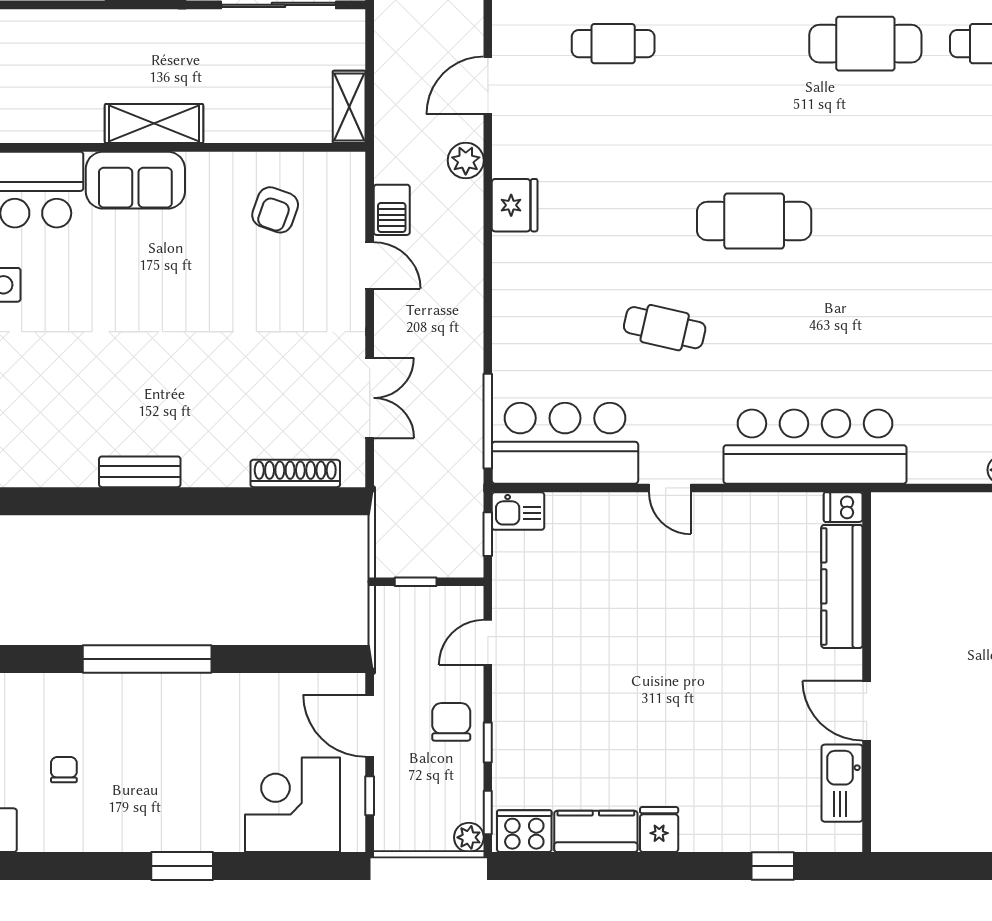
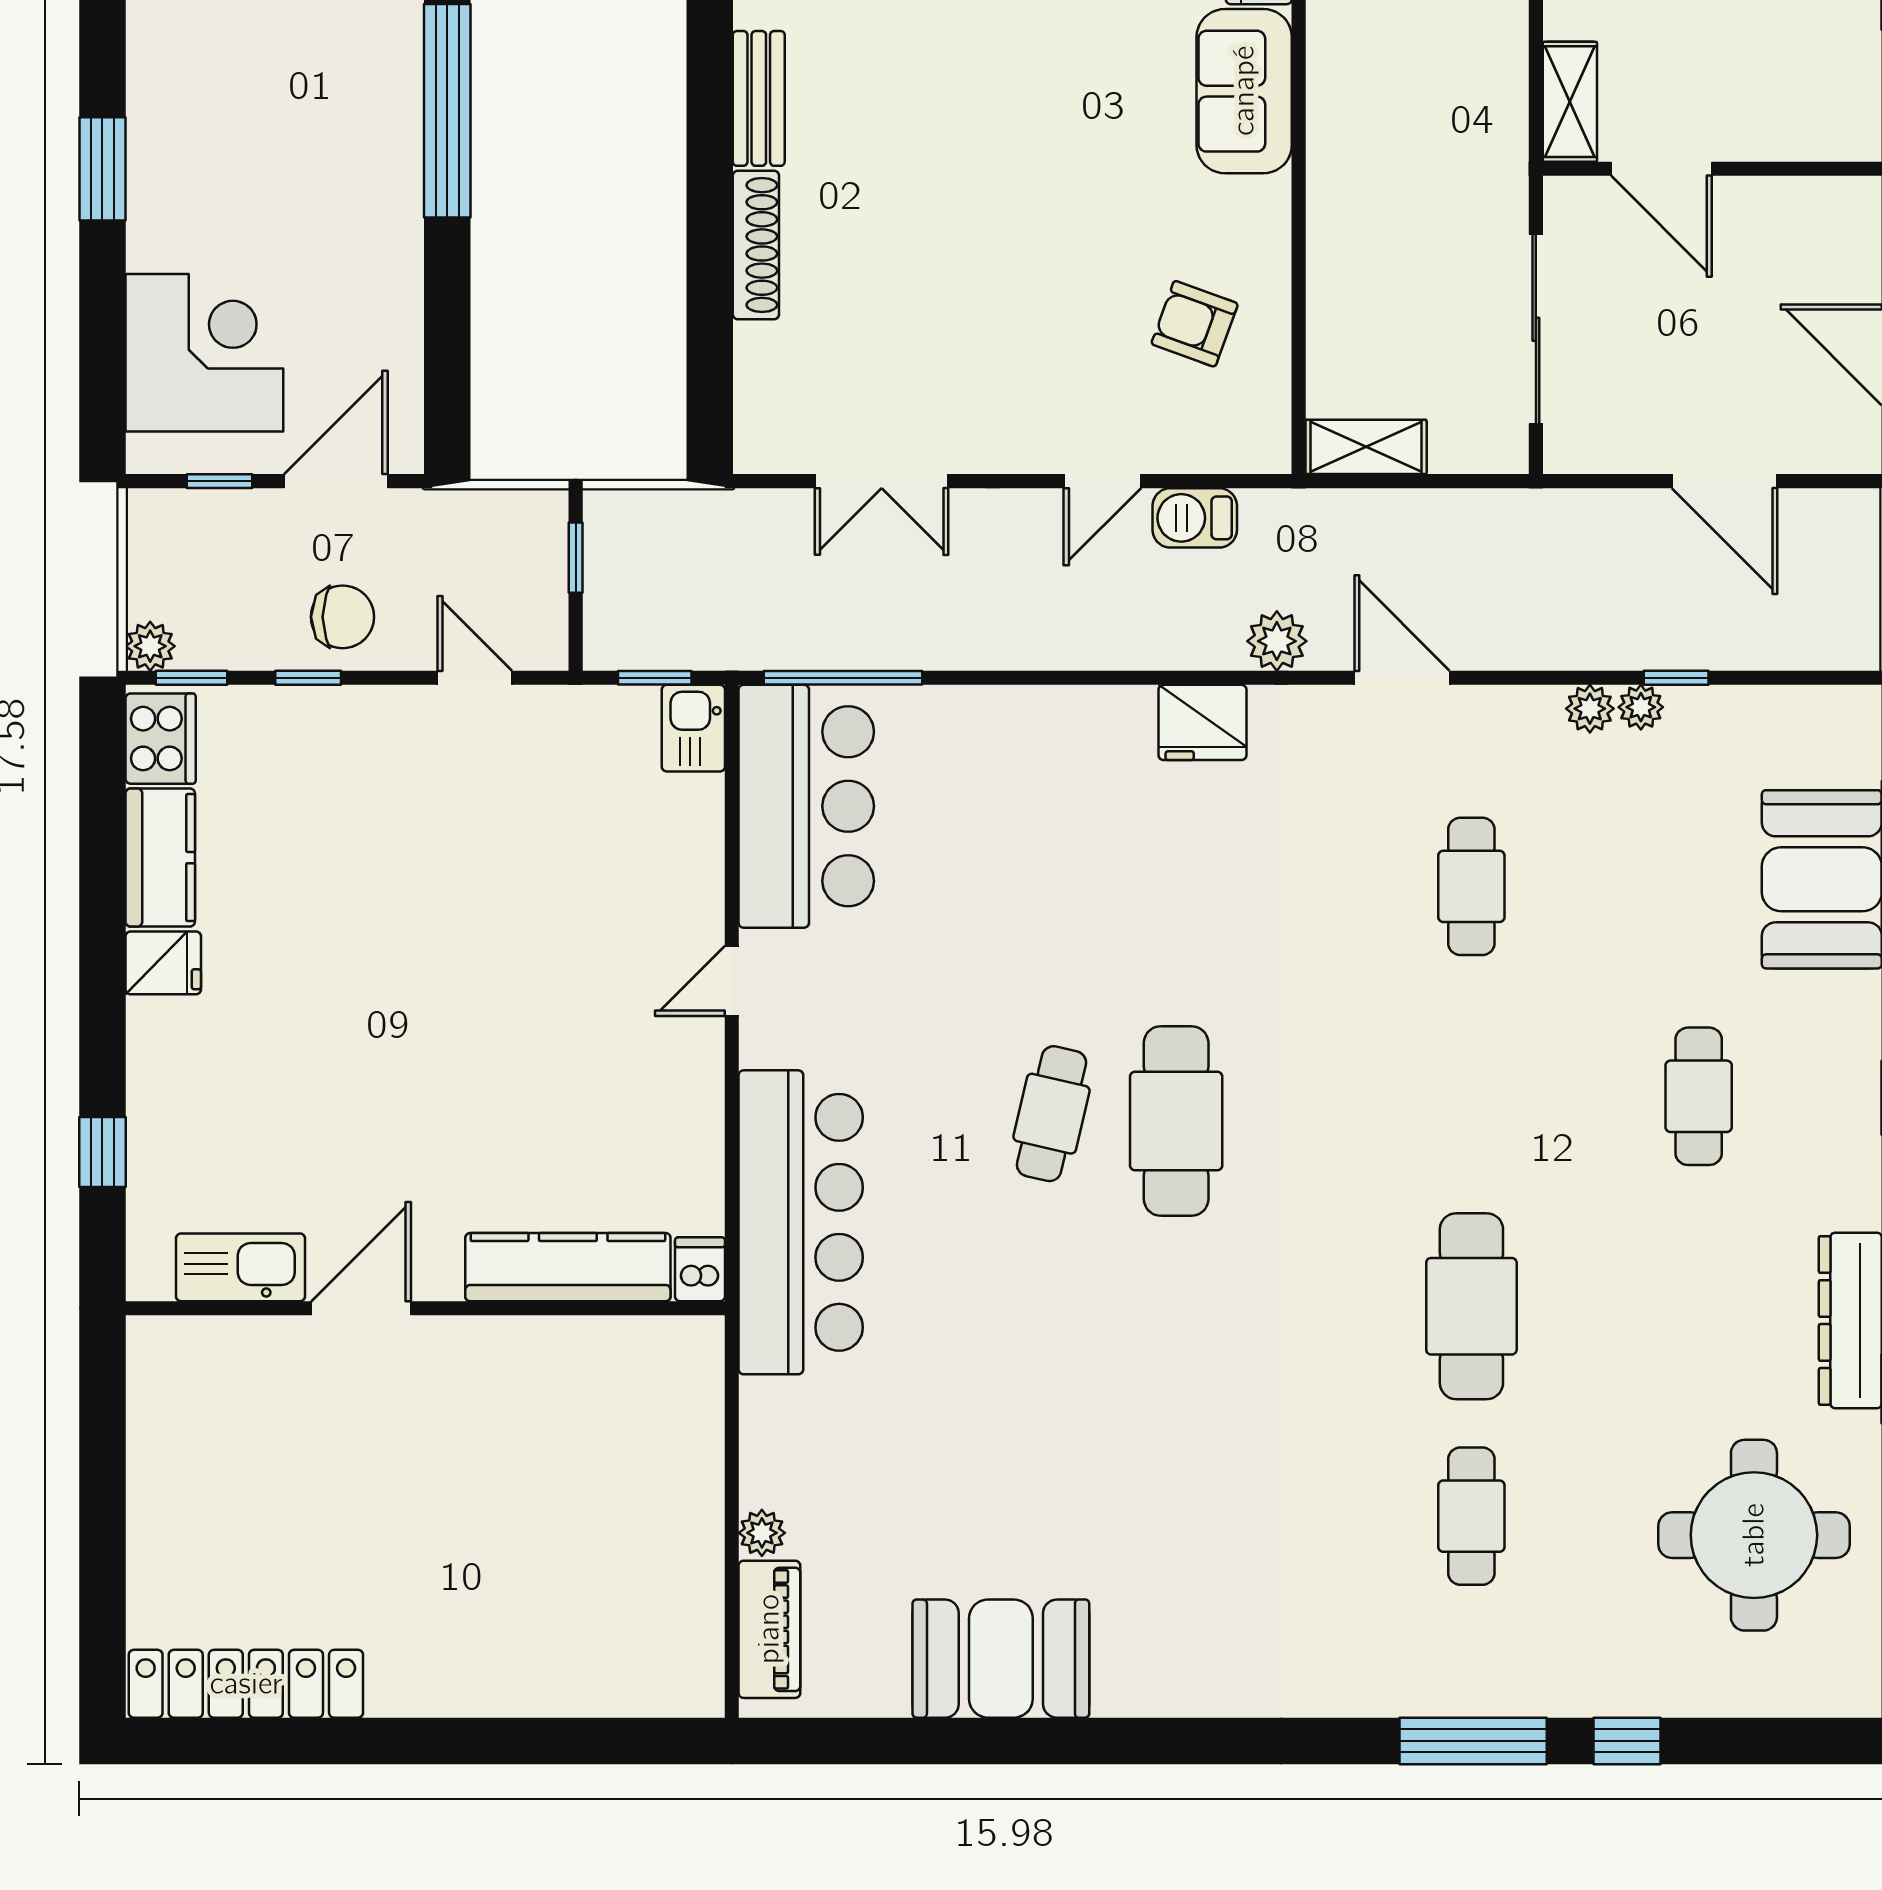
shelving: (154, 124) -> (1338, 122), removed
cafe table: (665, 328) -> (1051, 1114), moved
shoe rack: (295, 473) -> (756, 245), moved

